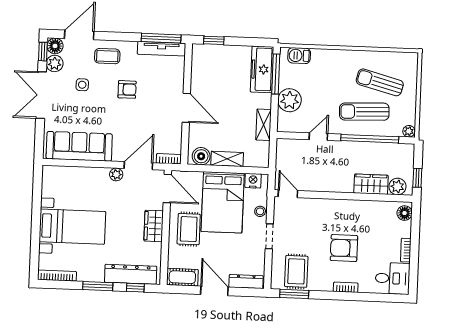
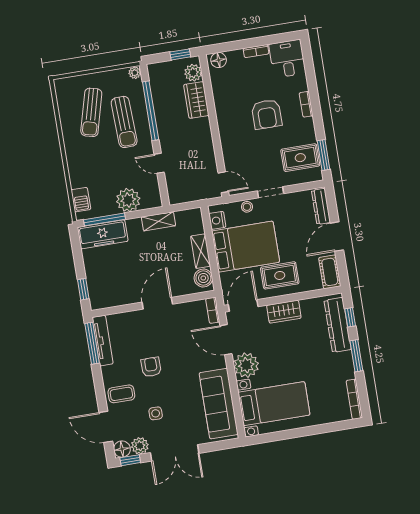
coffee table: (107, 56) -> (121, 394), turned 90
plant: (116, 174) -> (246, 365), width x1.87, depth x1.87
door: (288, 194) -> (223, 182), swing flipped
bed with nightstands: (72, 227) -> (274, 404), moved, turned 90

